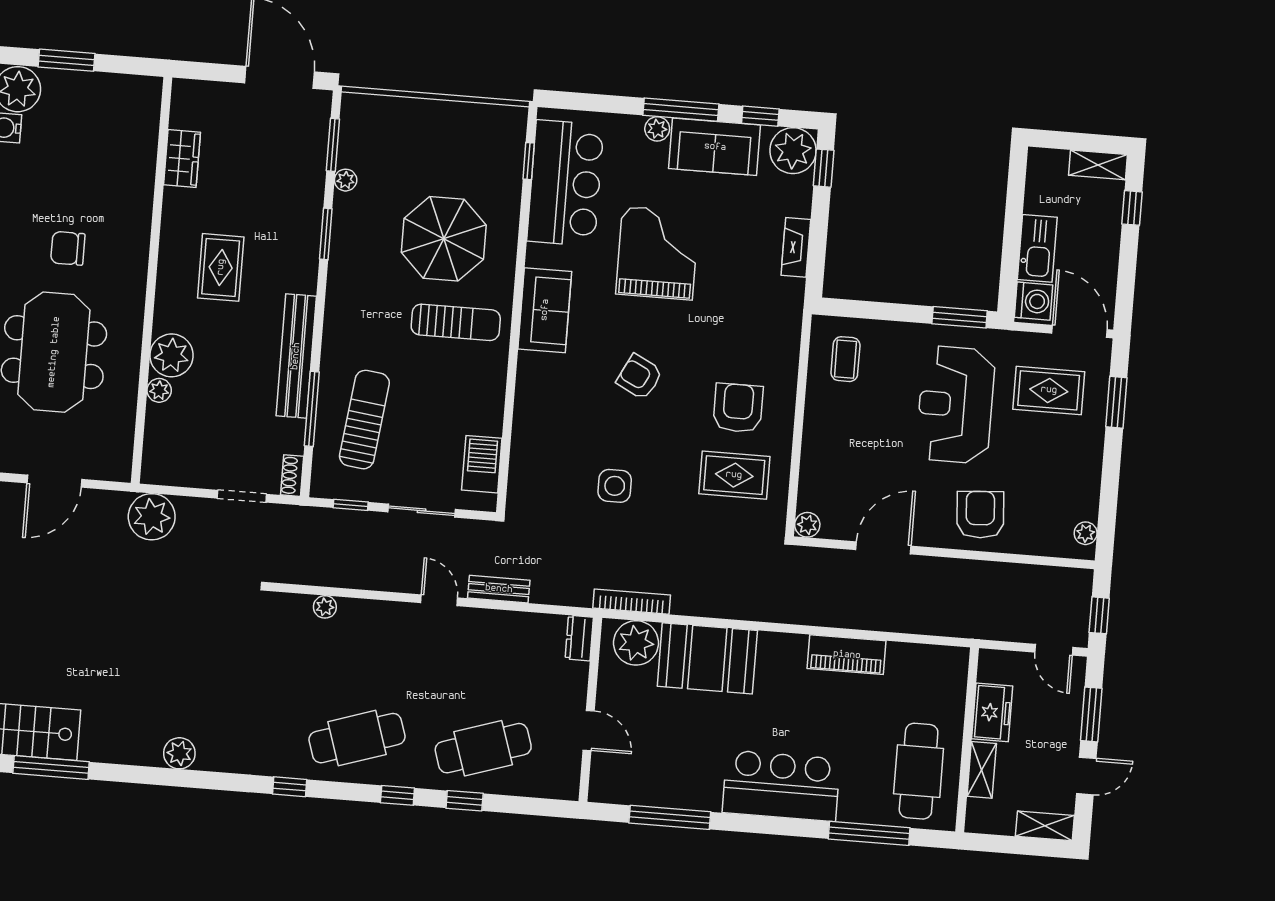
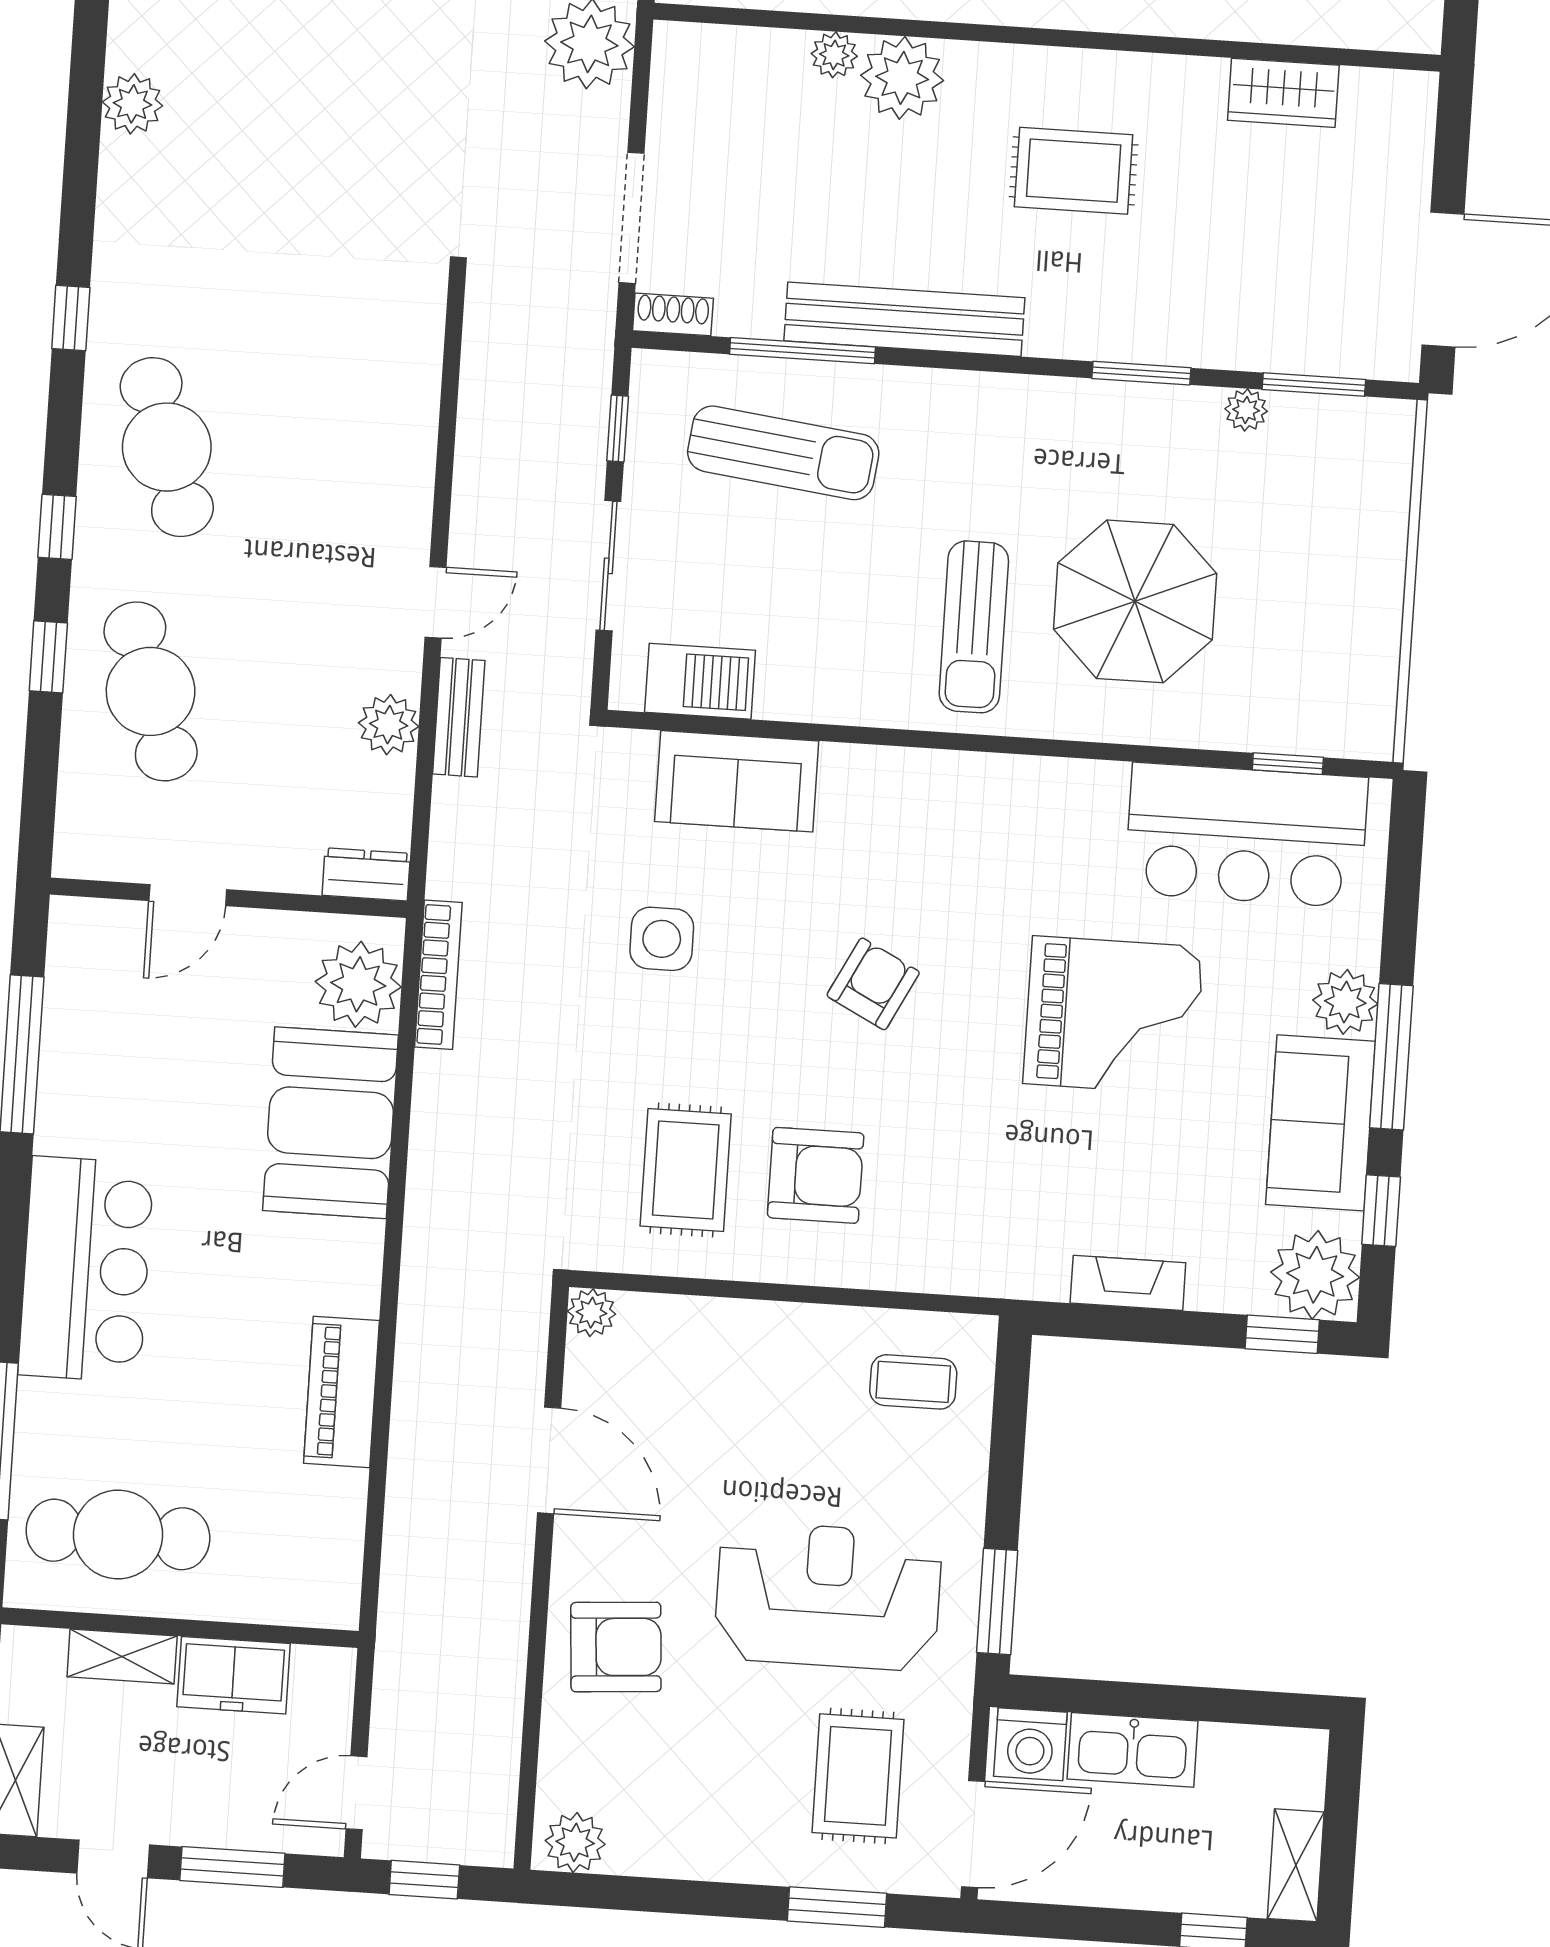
plant: (657, 129) -> (1345, 1002), width x1.38, depth x1.38
sofa: (545, 310) -> (737, 781), moved
doorway: (242, 496) -> (632, 218), width x1.38
plant: (1086, 533) -> (575, 1842), width x1.38, depth x1.38
plant: (325, 607) -> (389, 725), moved, width x1.38, depth x1.38

